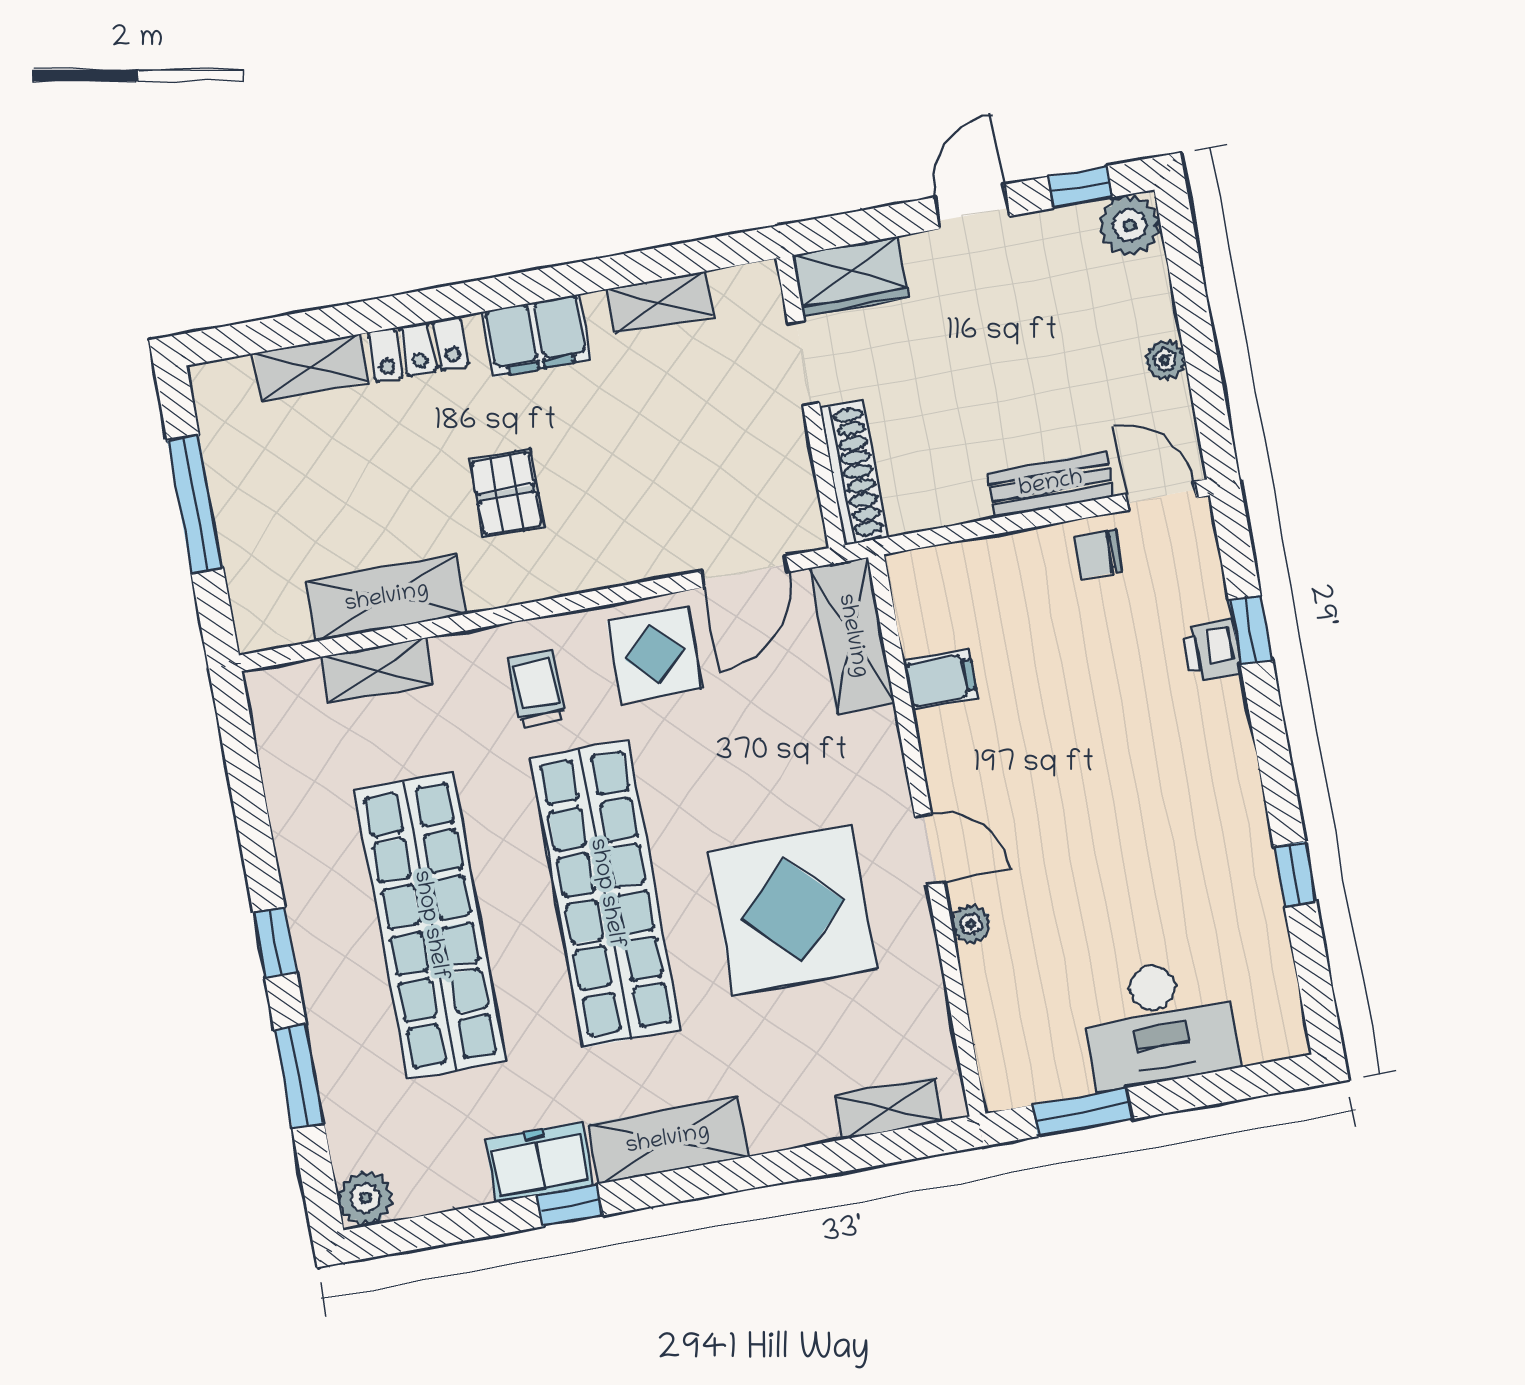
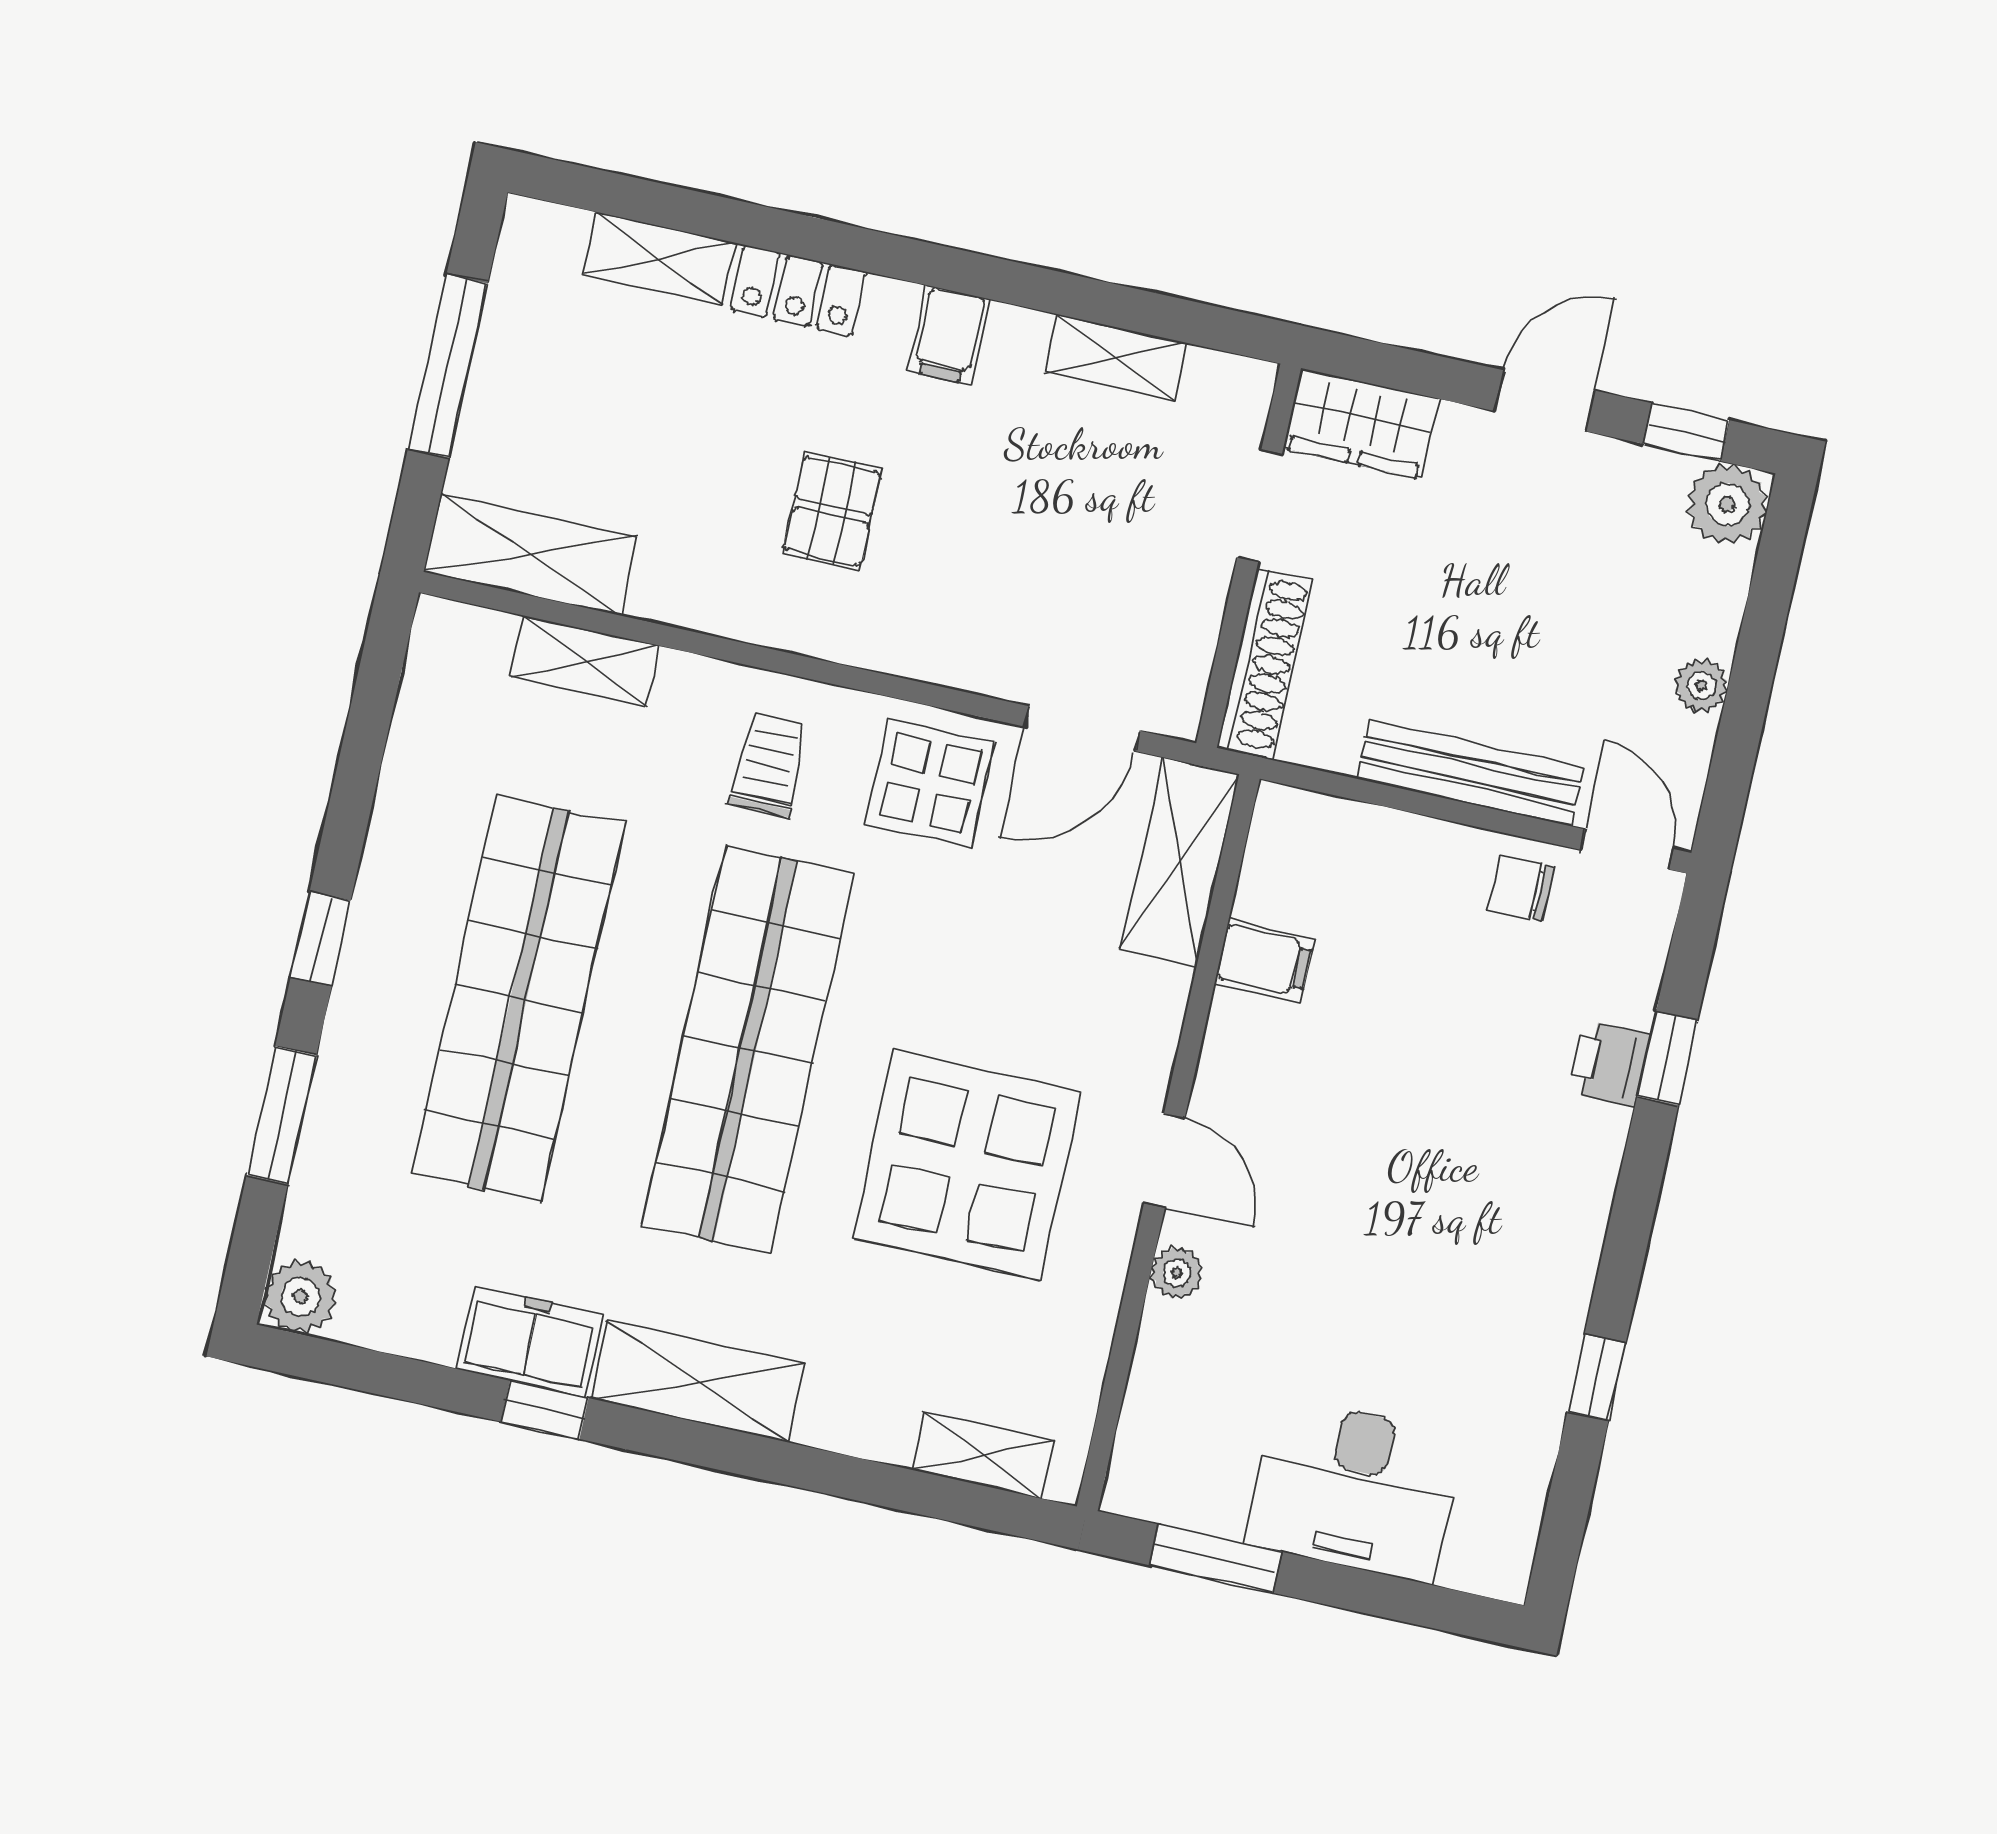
filing cabinet: (536, 336) -> (949, 335), width x0.50
bench: (1051, 484) -> (1470, 773), width x1.36
shelving: (387, 598) -> (530, 554), moved

